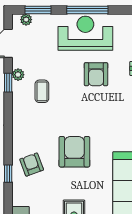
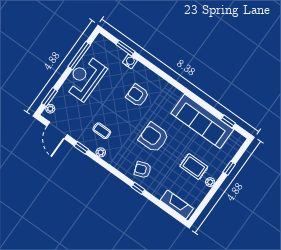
window: (87, 10) -> (79, 56), moved
armchair: (96, 74) -> (138, 95), moved, turned 180
plant: (18, 75) -> (101, 152), moved

